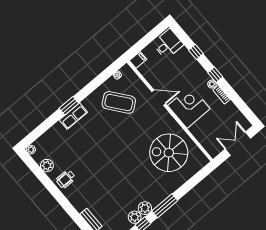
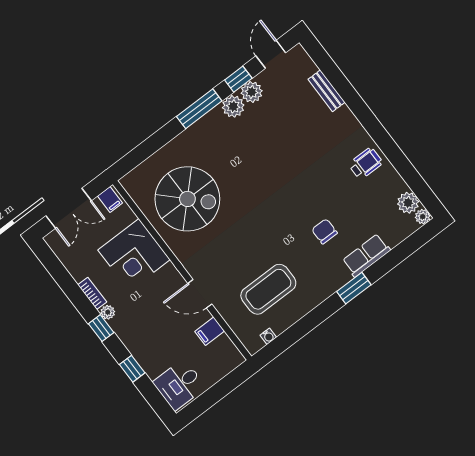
filing cabinet: (138, 60) -> (210, 331), moved
coffee table: (119, 102) -> (268, 289), turned -52
corner desk: (189, 107) -> (134, 255), moved
row of seats: (73, 116) -> (366, 255), moved
chair: (88, 138) -> (325, 231), added
filing cabinet: (214, 150) -> (110, 200), added
plant: (47, 166) -> (408, 203), moved

